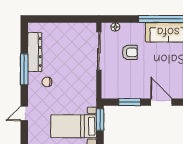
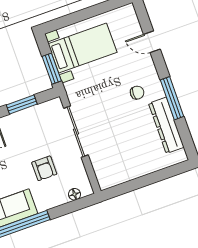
sliding door: (99, 51) -> (76, 132), moved
armchair: (130, 52) -> (44, 168), turned -90
door: (24, 113) -> (152, 42), swing flipped

